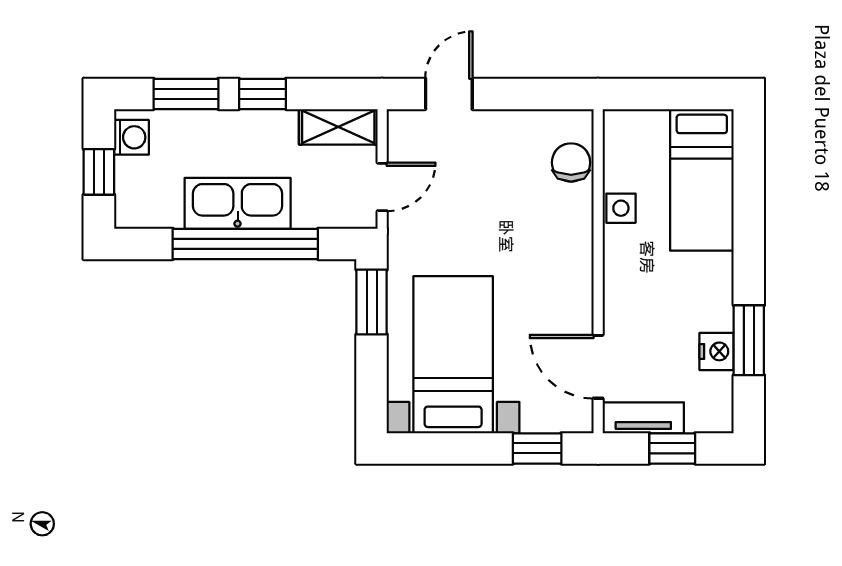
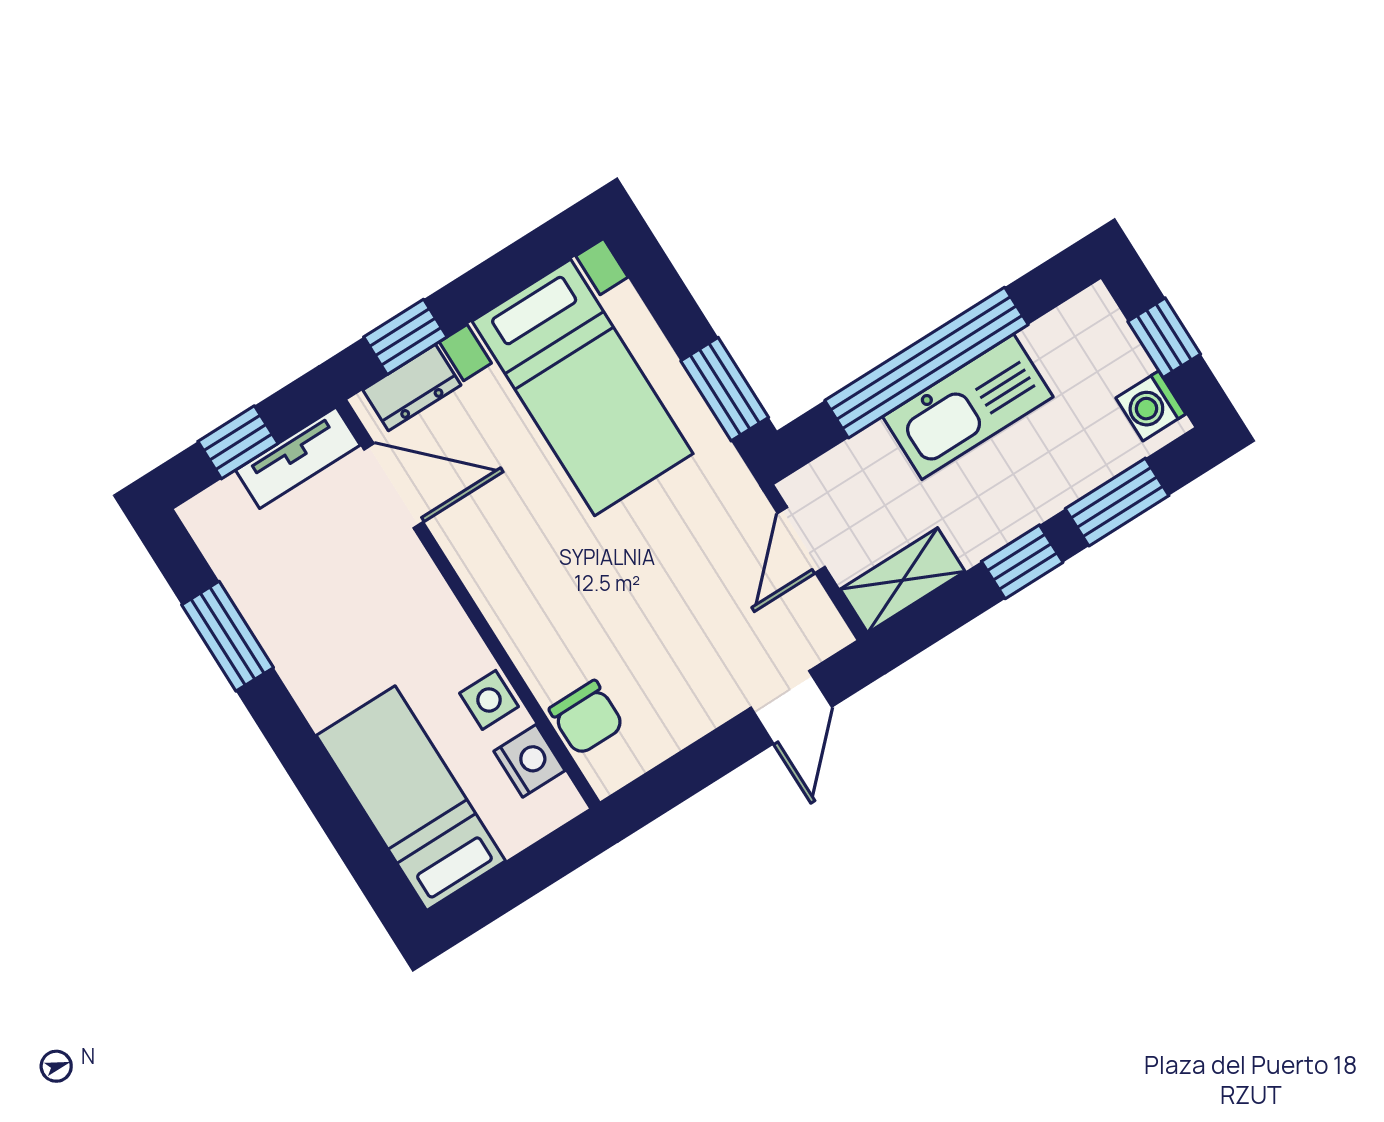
nightstand: (717, 351) -> (529, 761), moved, turned 180
dresser: (552, 417) -> (412, 388), added

